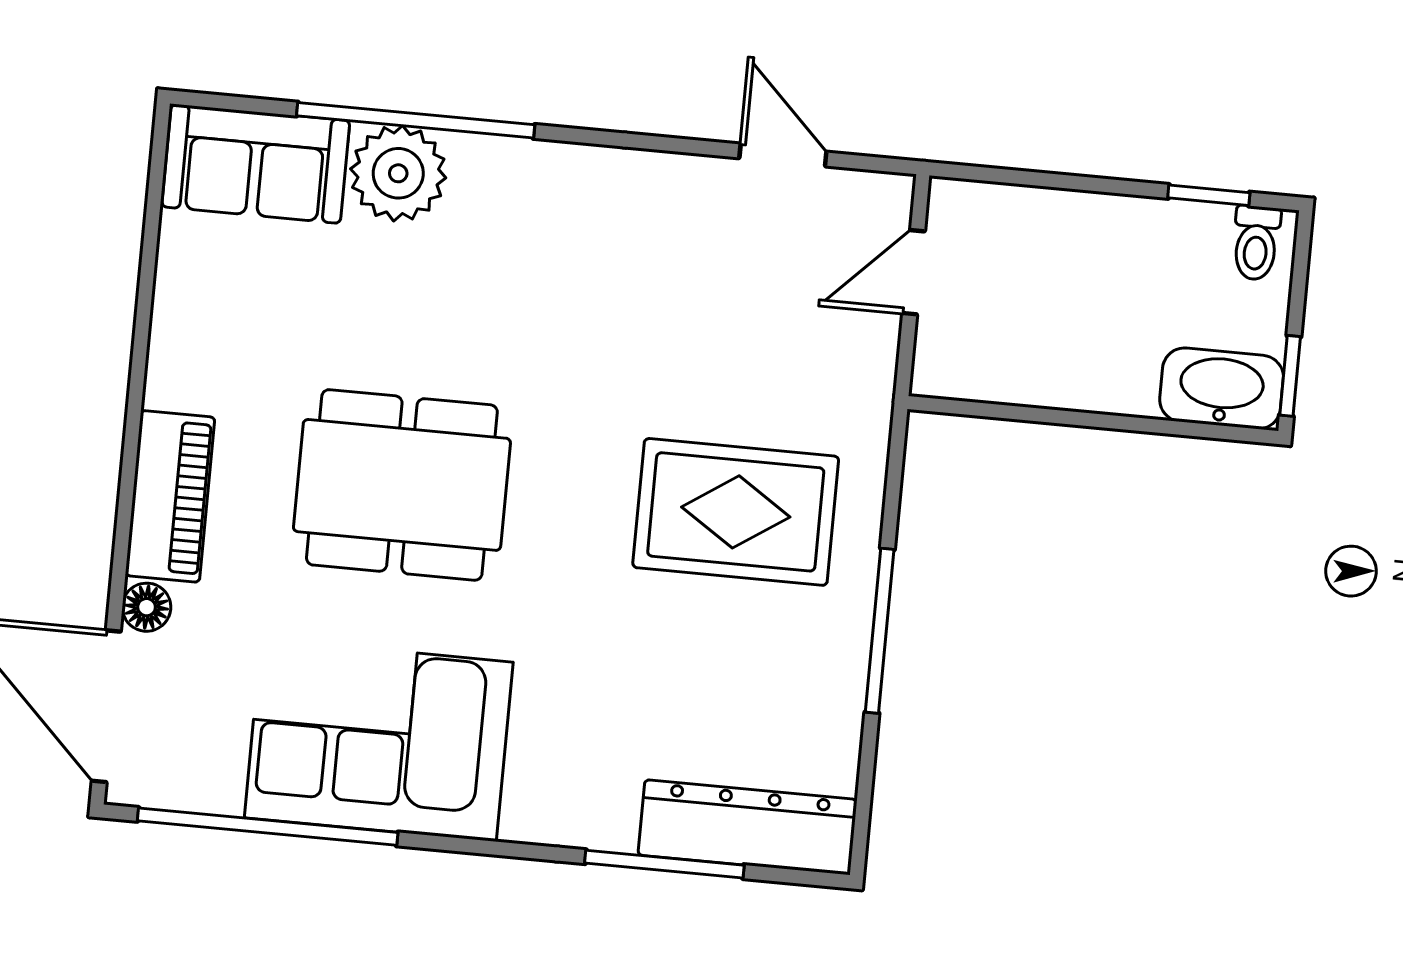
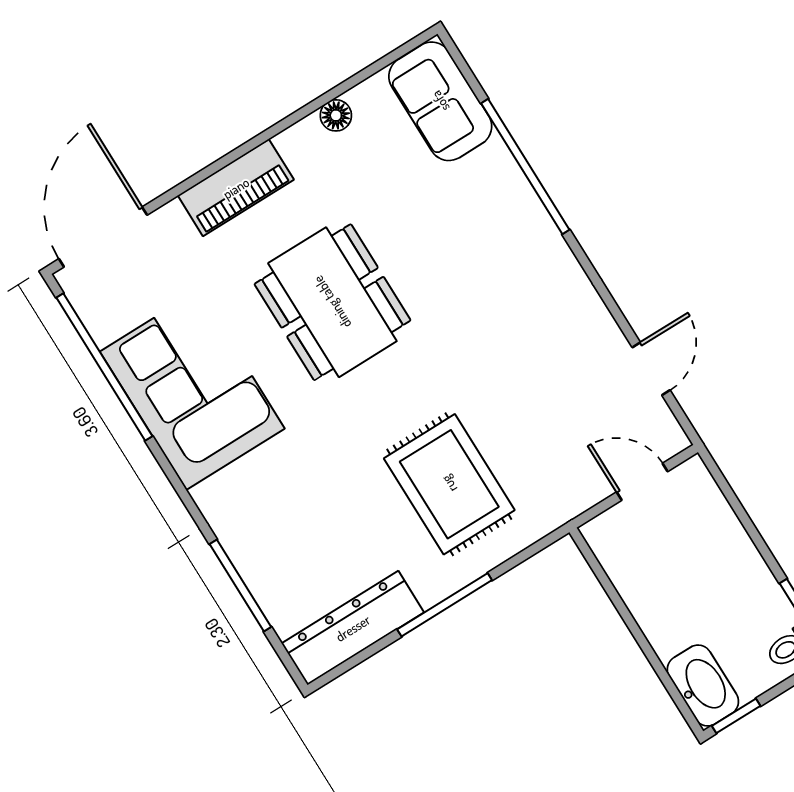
plant: (398, 173) -> (491, 178), removed
floor lamp: (147, 607) -> (336, 115), moved
dresser: (747, 827) -> (353, 628), moved, turned -90

